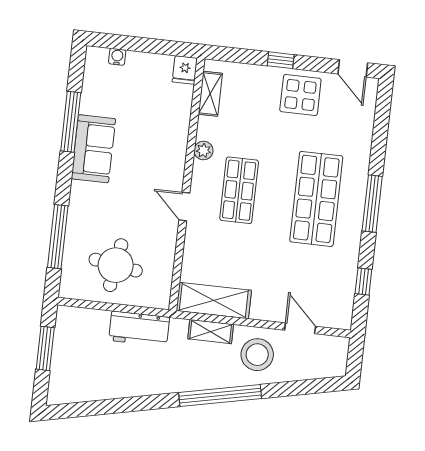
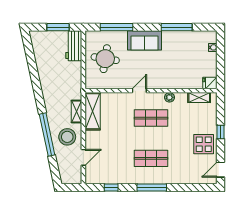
sofa: (93, 149) -> (145, 40), moved
shop shelf: (316, 199) -> (151, 158), width x0.70, depth x0.74
workbench: (139, 329) -> (74, 46), moved
window: (220, 396) -> (47, 134), moved

